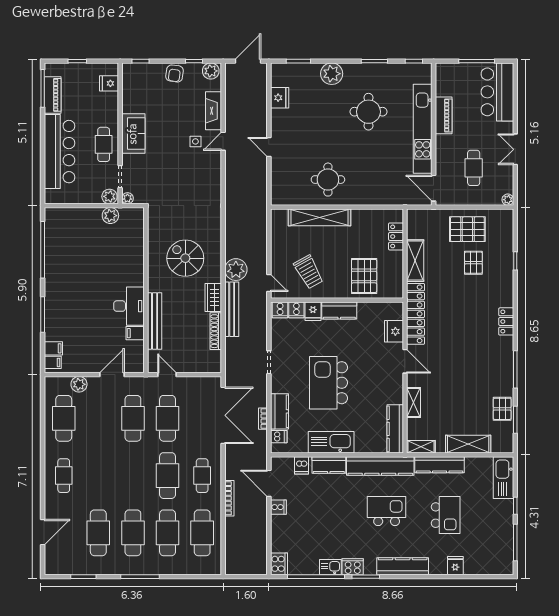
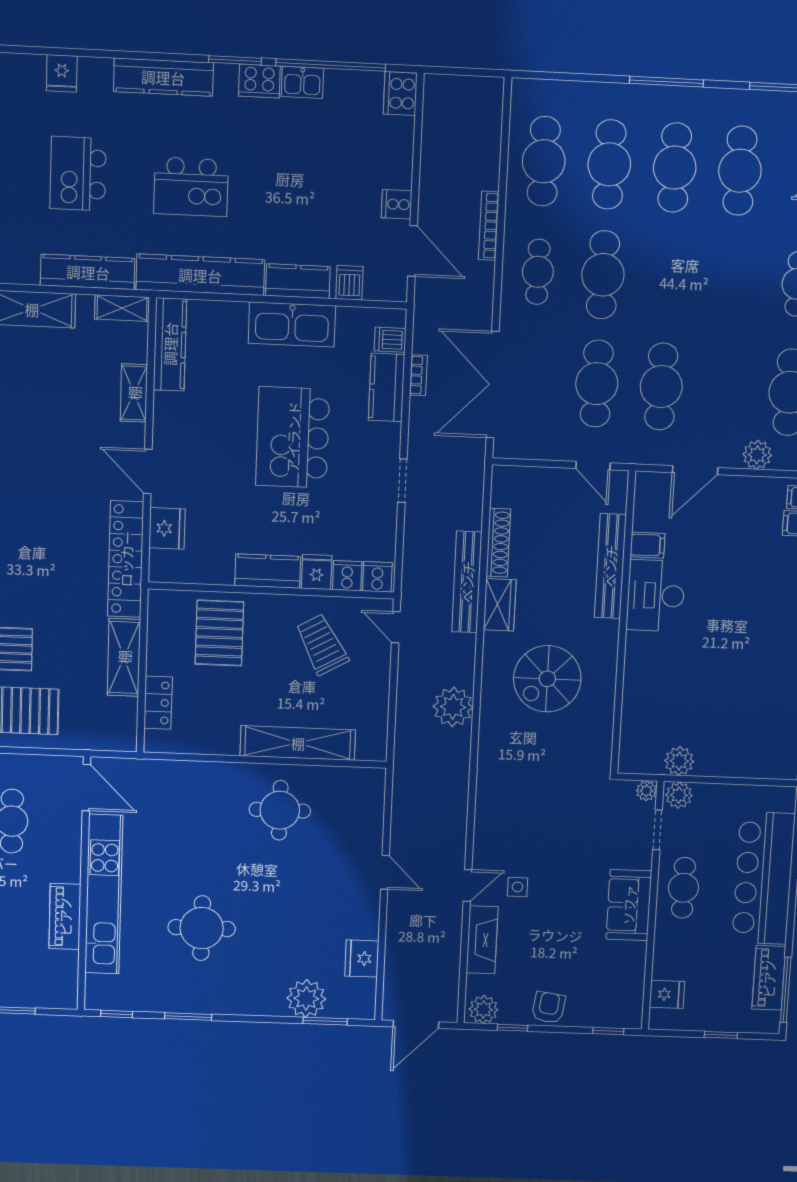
plant: (332, 74) -> (306, 999), moved
spiral stairs: (185, 258) -> (547, 679), turned 90
plant: (236, 270) -> (453, 707), moved
kitchen island: (329, 383) -> (293, 437), turned 180

